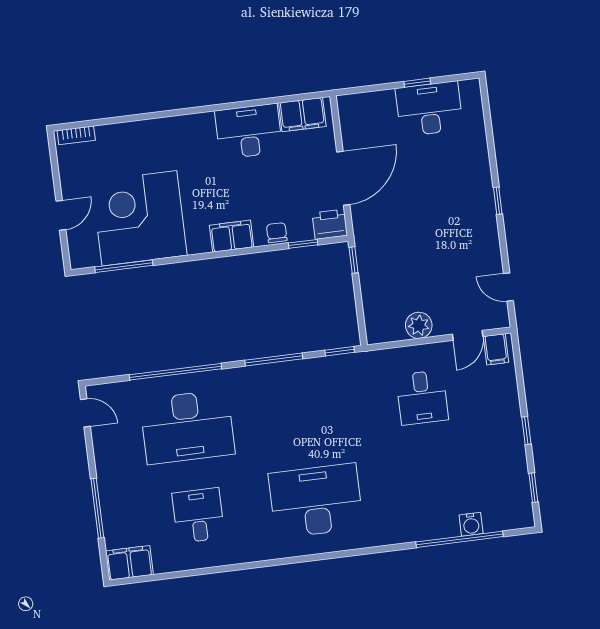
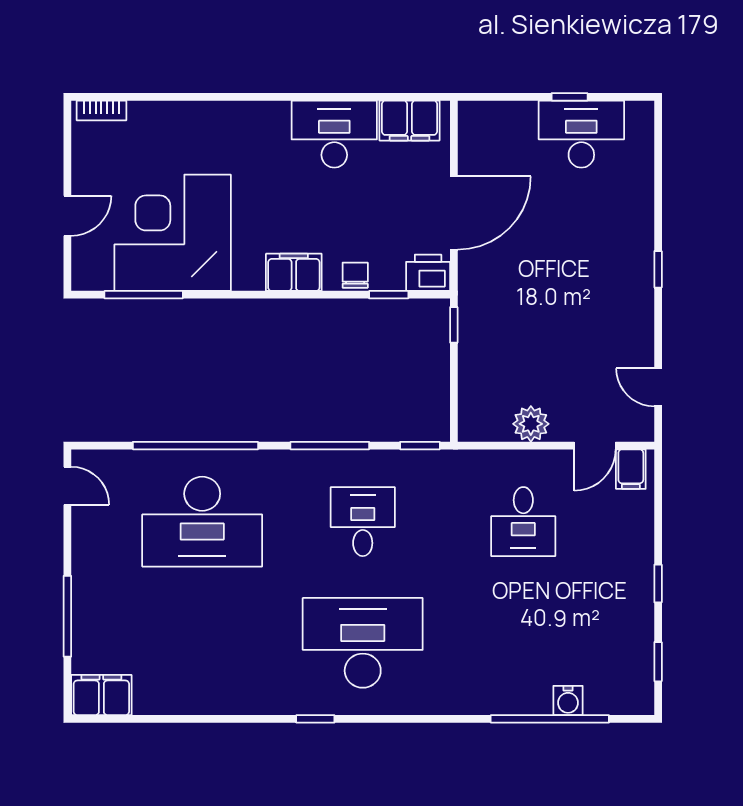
desk: (198, 515) -> (363, 522), moved
window: (288, 561) -> (315, 719), added

